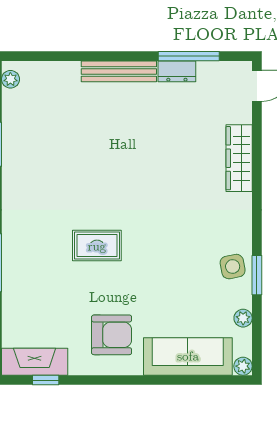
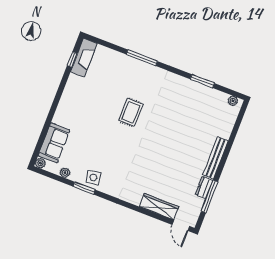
wardrobe: (239, 158) -> (159, 207), moved
armchair: (112, 335) -> (82, 102), removed
sofa: (188, 356) -> (54, 143), width x0.73

